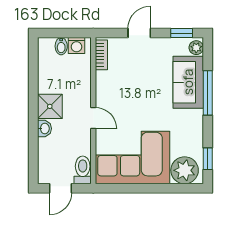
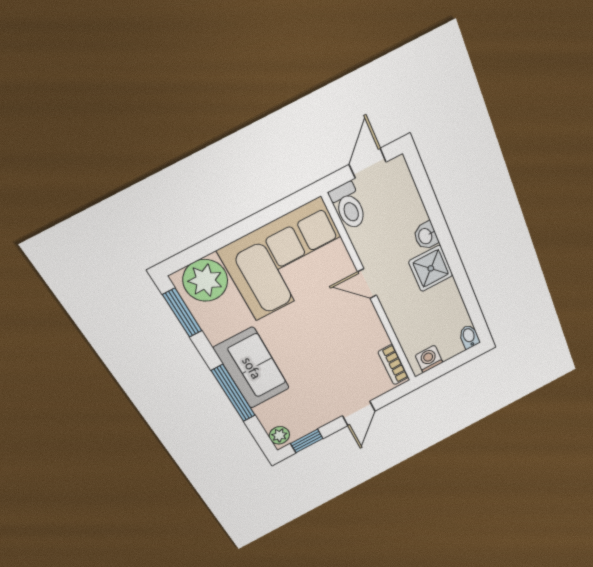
bidet: (61, 46) -> (469, 337), moved
sofa: (188, 82) -> (252, 368), moved
window: (208, 159) -> (182, 313), width x1.50

